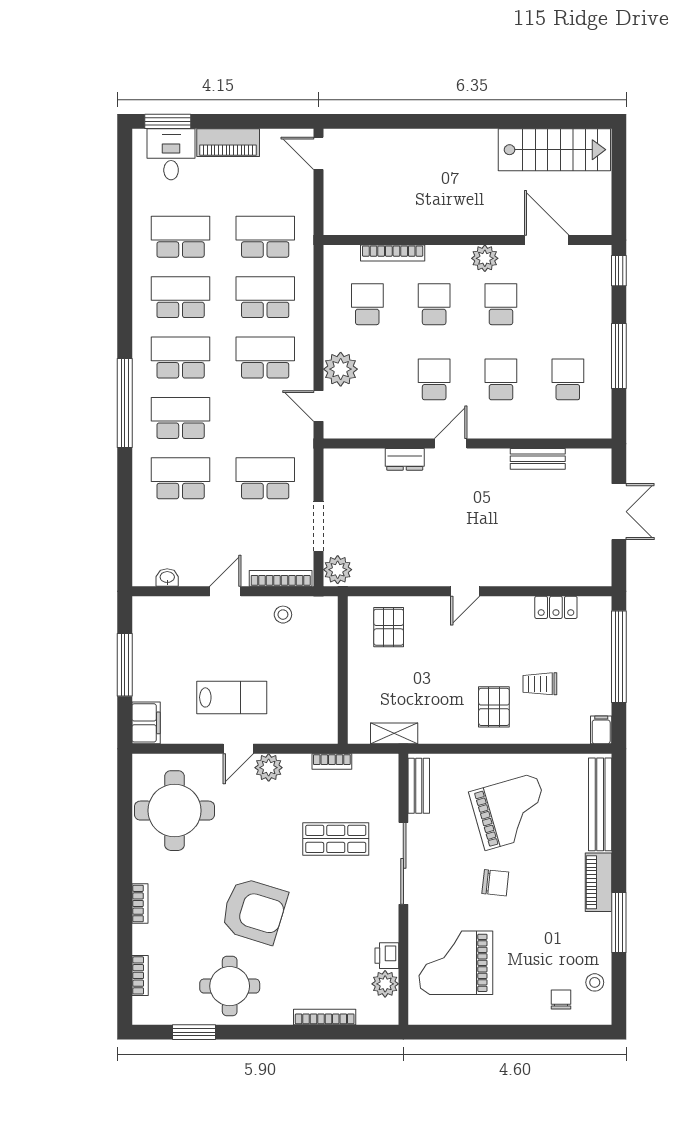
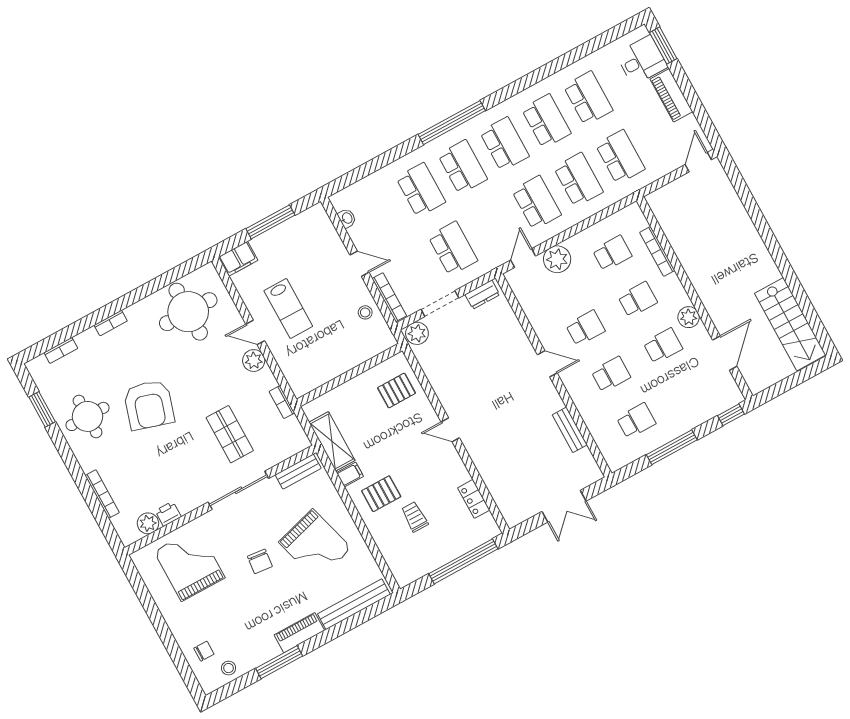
dresser: (405, 459) -> (482, 295), moved, turned -90
filing cabinet: (601, 730) -> (350, 474), moved
shelving: (394, 733) -> (332, 441), width x1.50, depth x1.33

